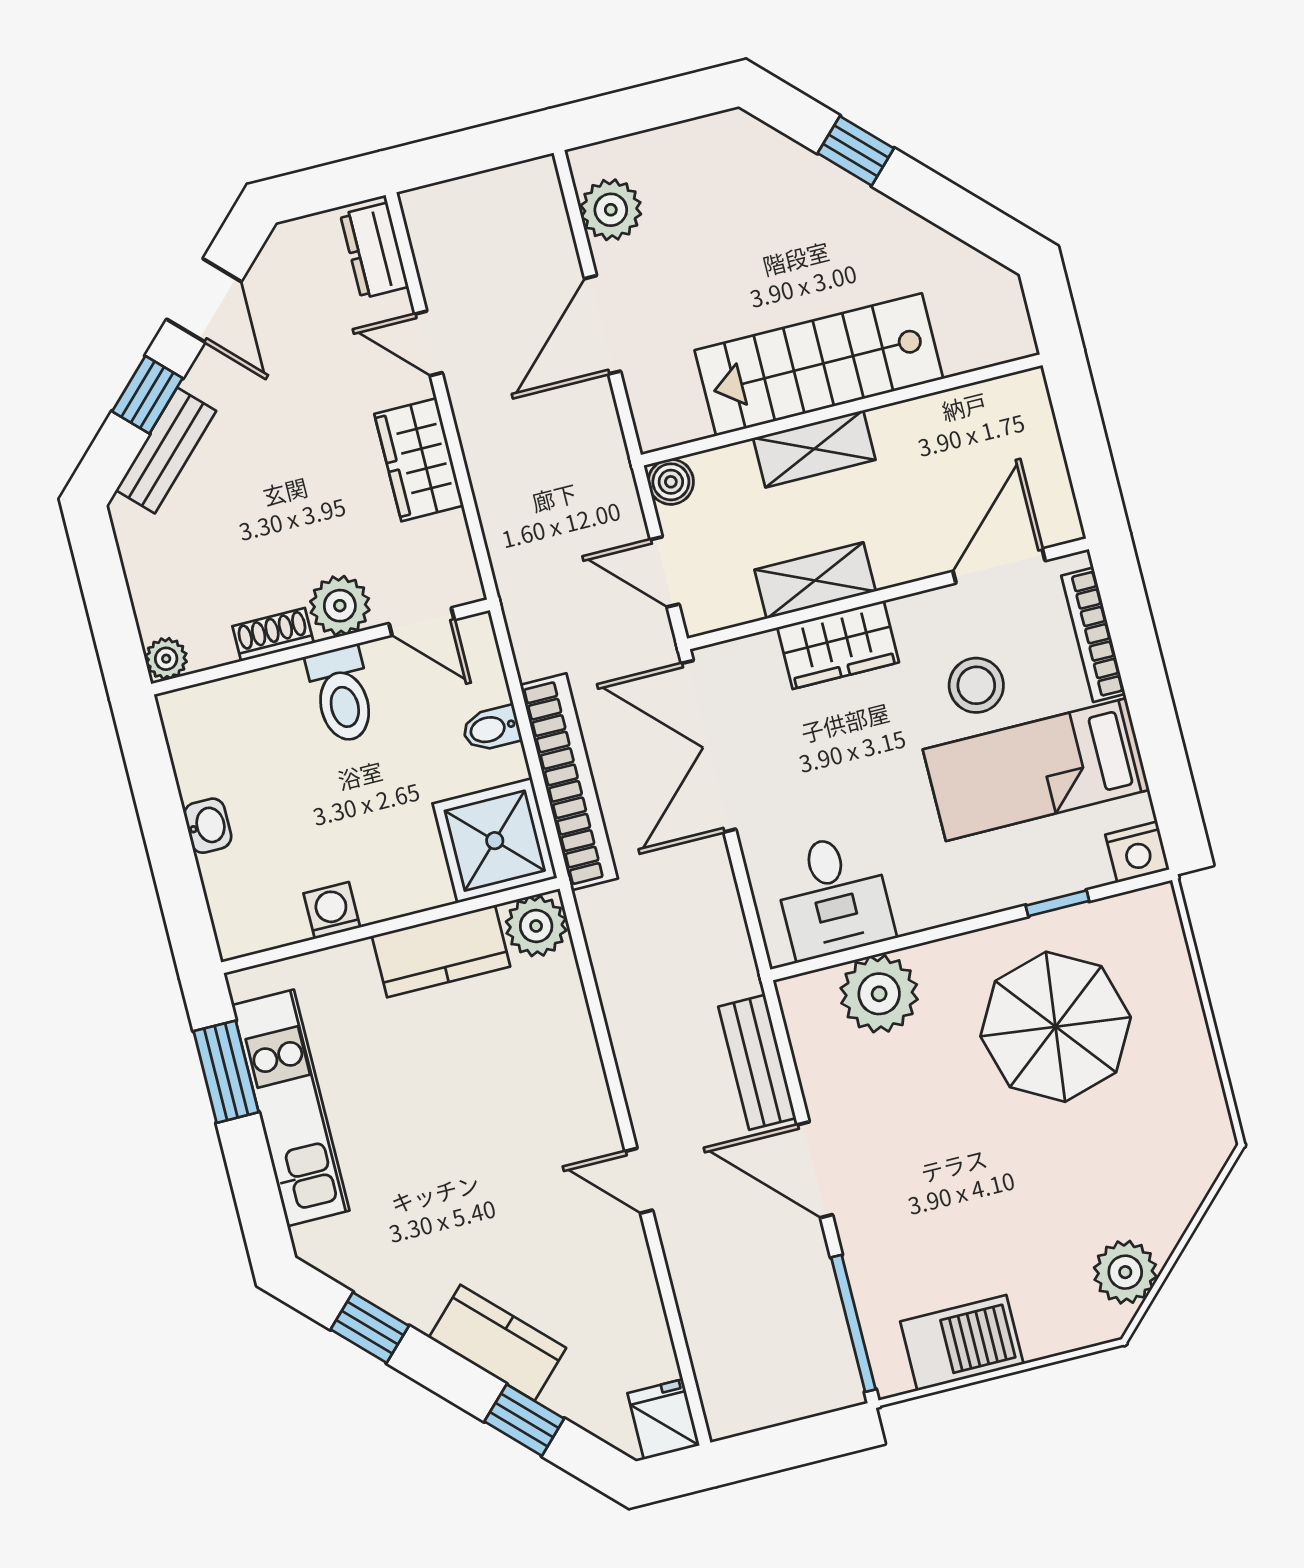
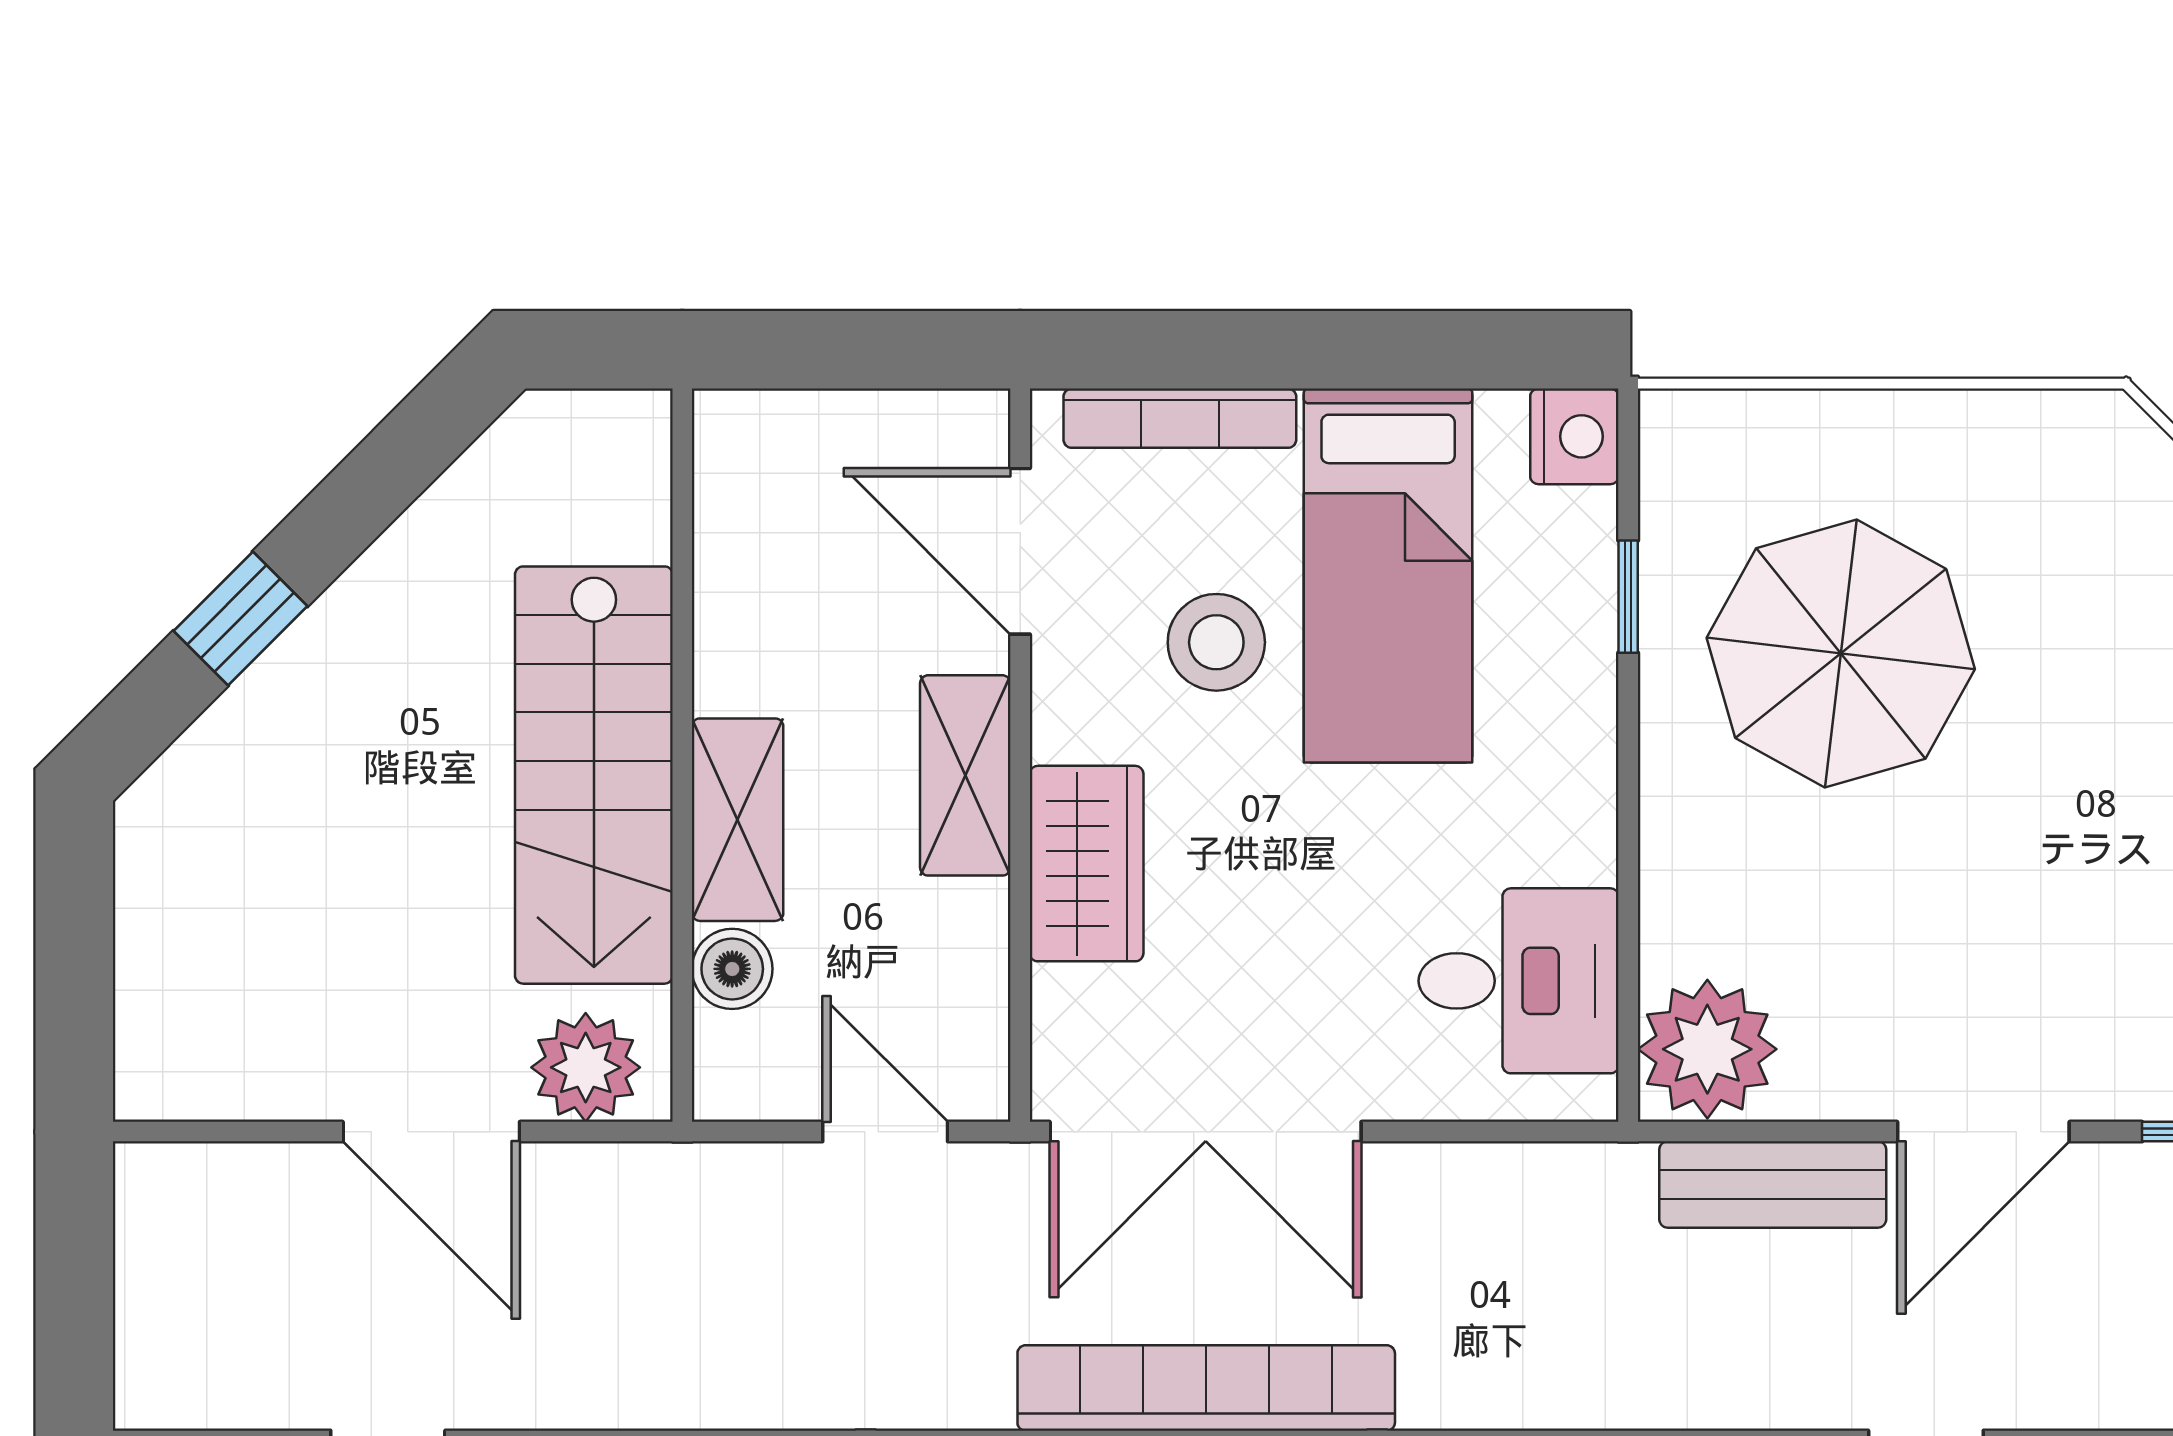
plant: (611, 210) -> (586, 1067), moved
boiler: (671, 482) -> (732, 969), moved
door: (665, 572) -> (885, 1132), swing flipped
shelving: (815, 581) -> (965, 775), moved
plant: (879, 994) -> (1707, 1049), moved

